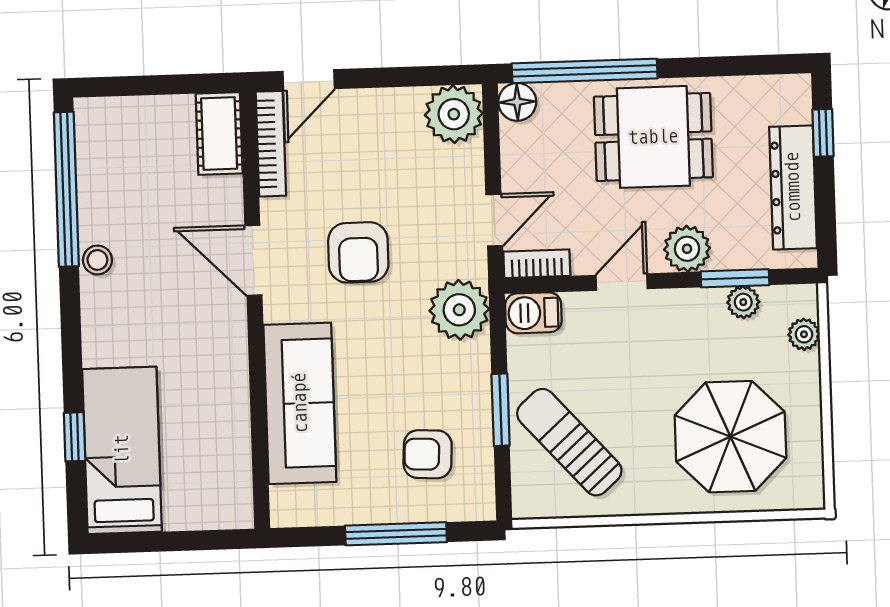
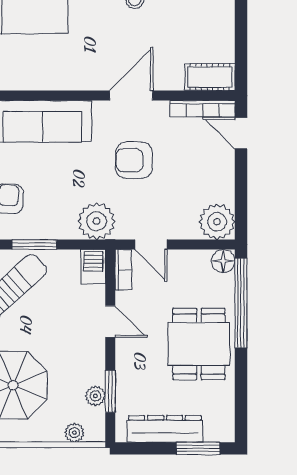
window: (823, 133) -> (198, 448), width x1.50
plant: (687, 249) -> (129, 362), removed

